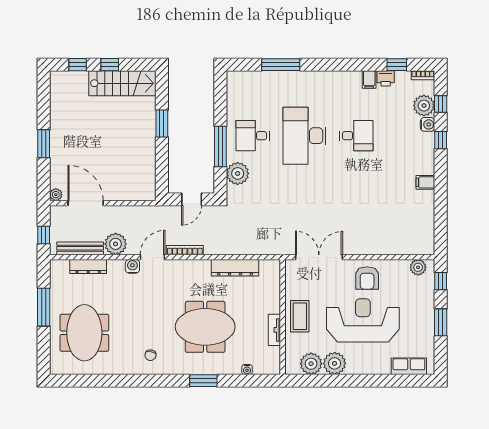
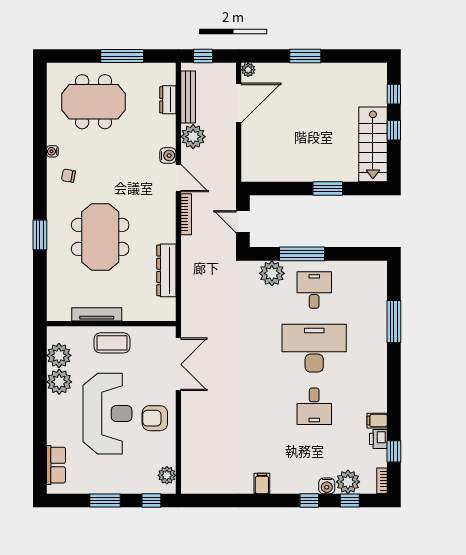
dresser: (88, 266) -> (168, 100), width x0.70
tv unit: (274, 330) -> (97, 314), width x1.41
water cooler: (247, 370) -> (52, 151), moved

